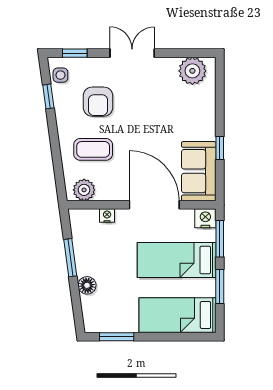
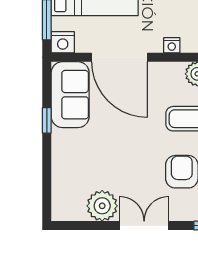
double door: (132, 53) -> (144, 226), swing flipped
plant: (192, 71) -> (102, 206), moved

